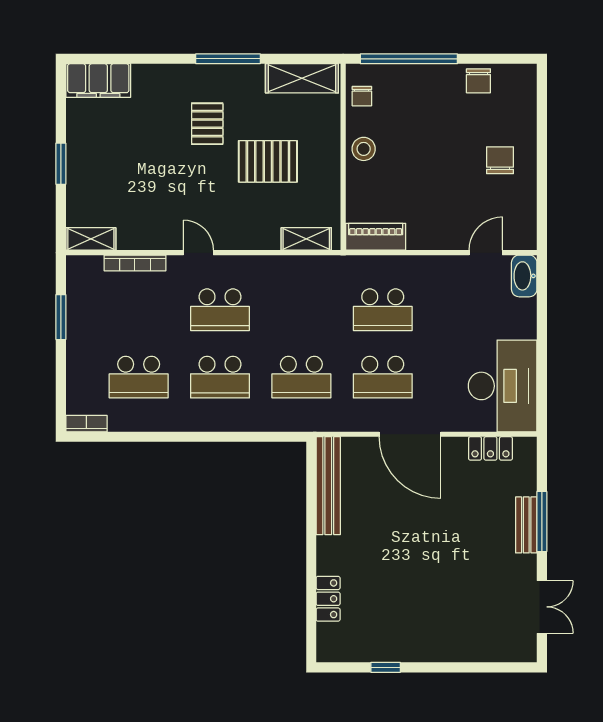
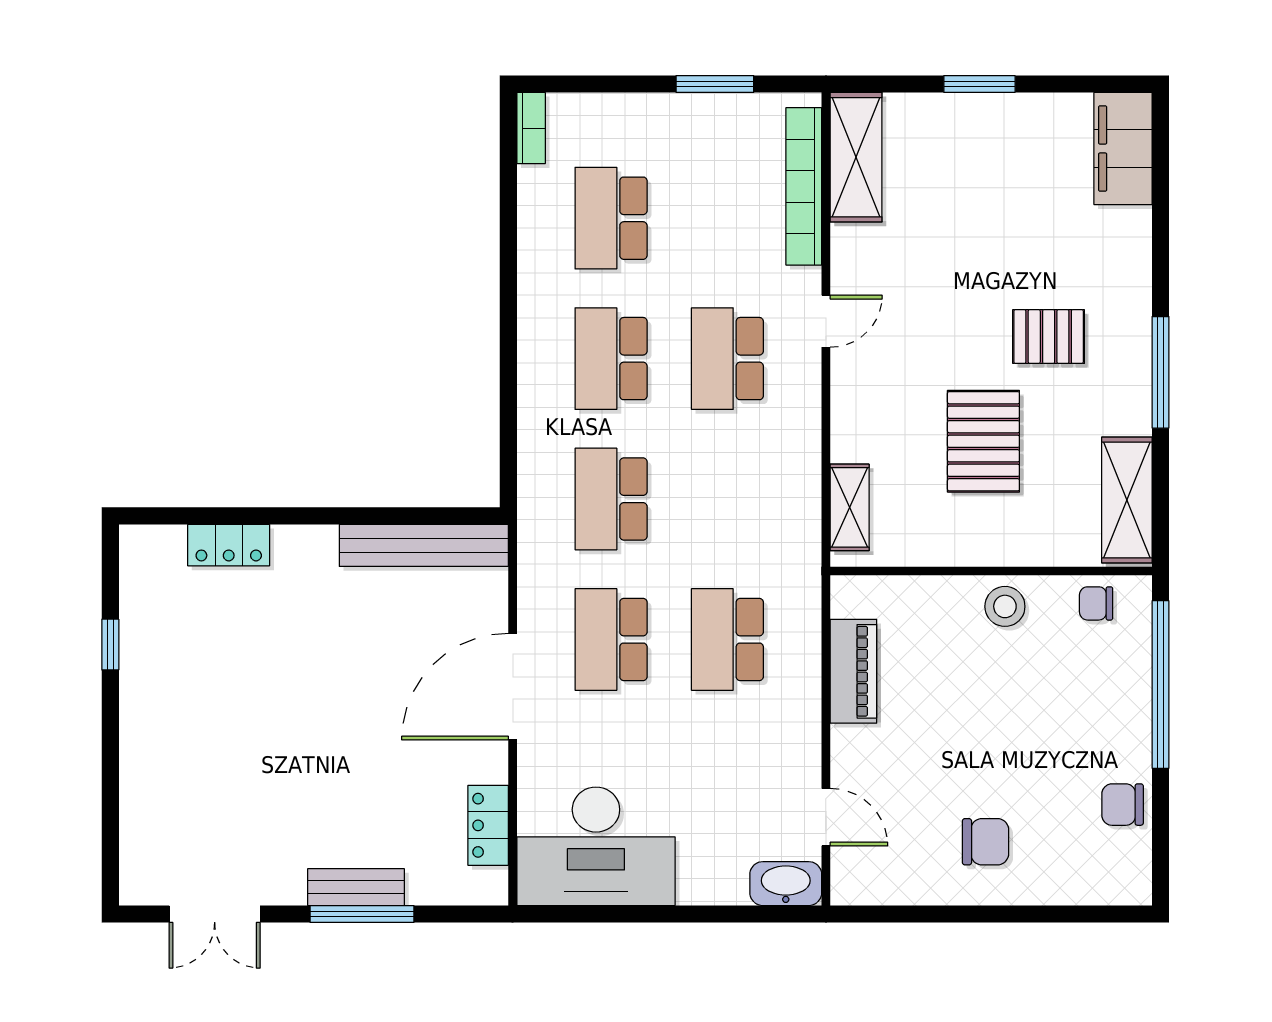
piano: (376, 237) -> (853, 671), moved
shelving: (91, 239) -> (856, 157), width x1.50, depth x1.33
bookcase: (135, 263) -> (804, 186), width x1.48, depth x1.31

